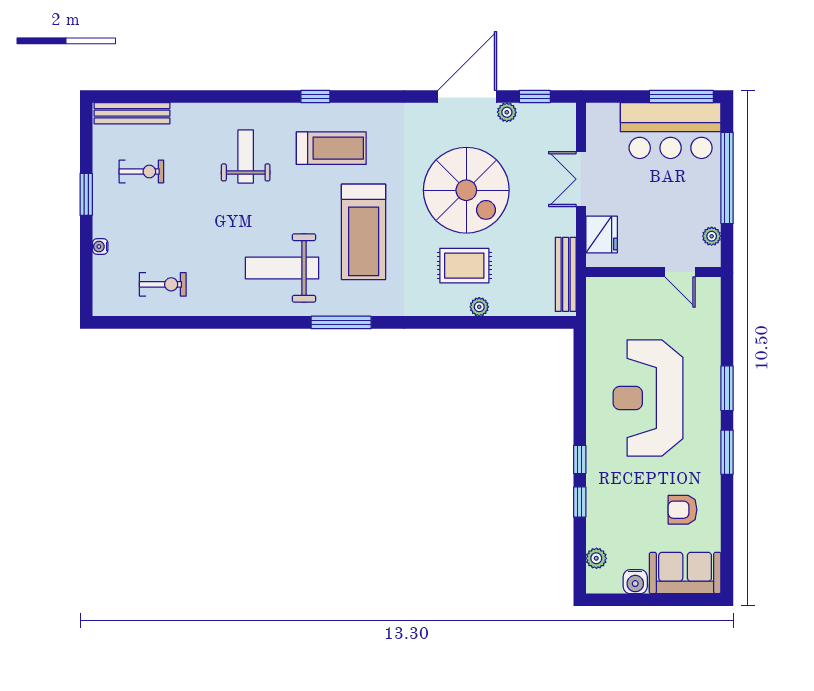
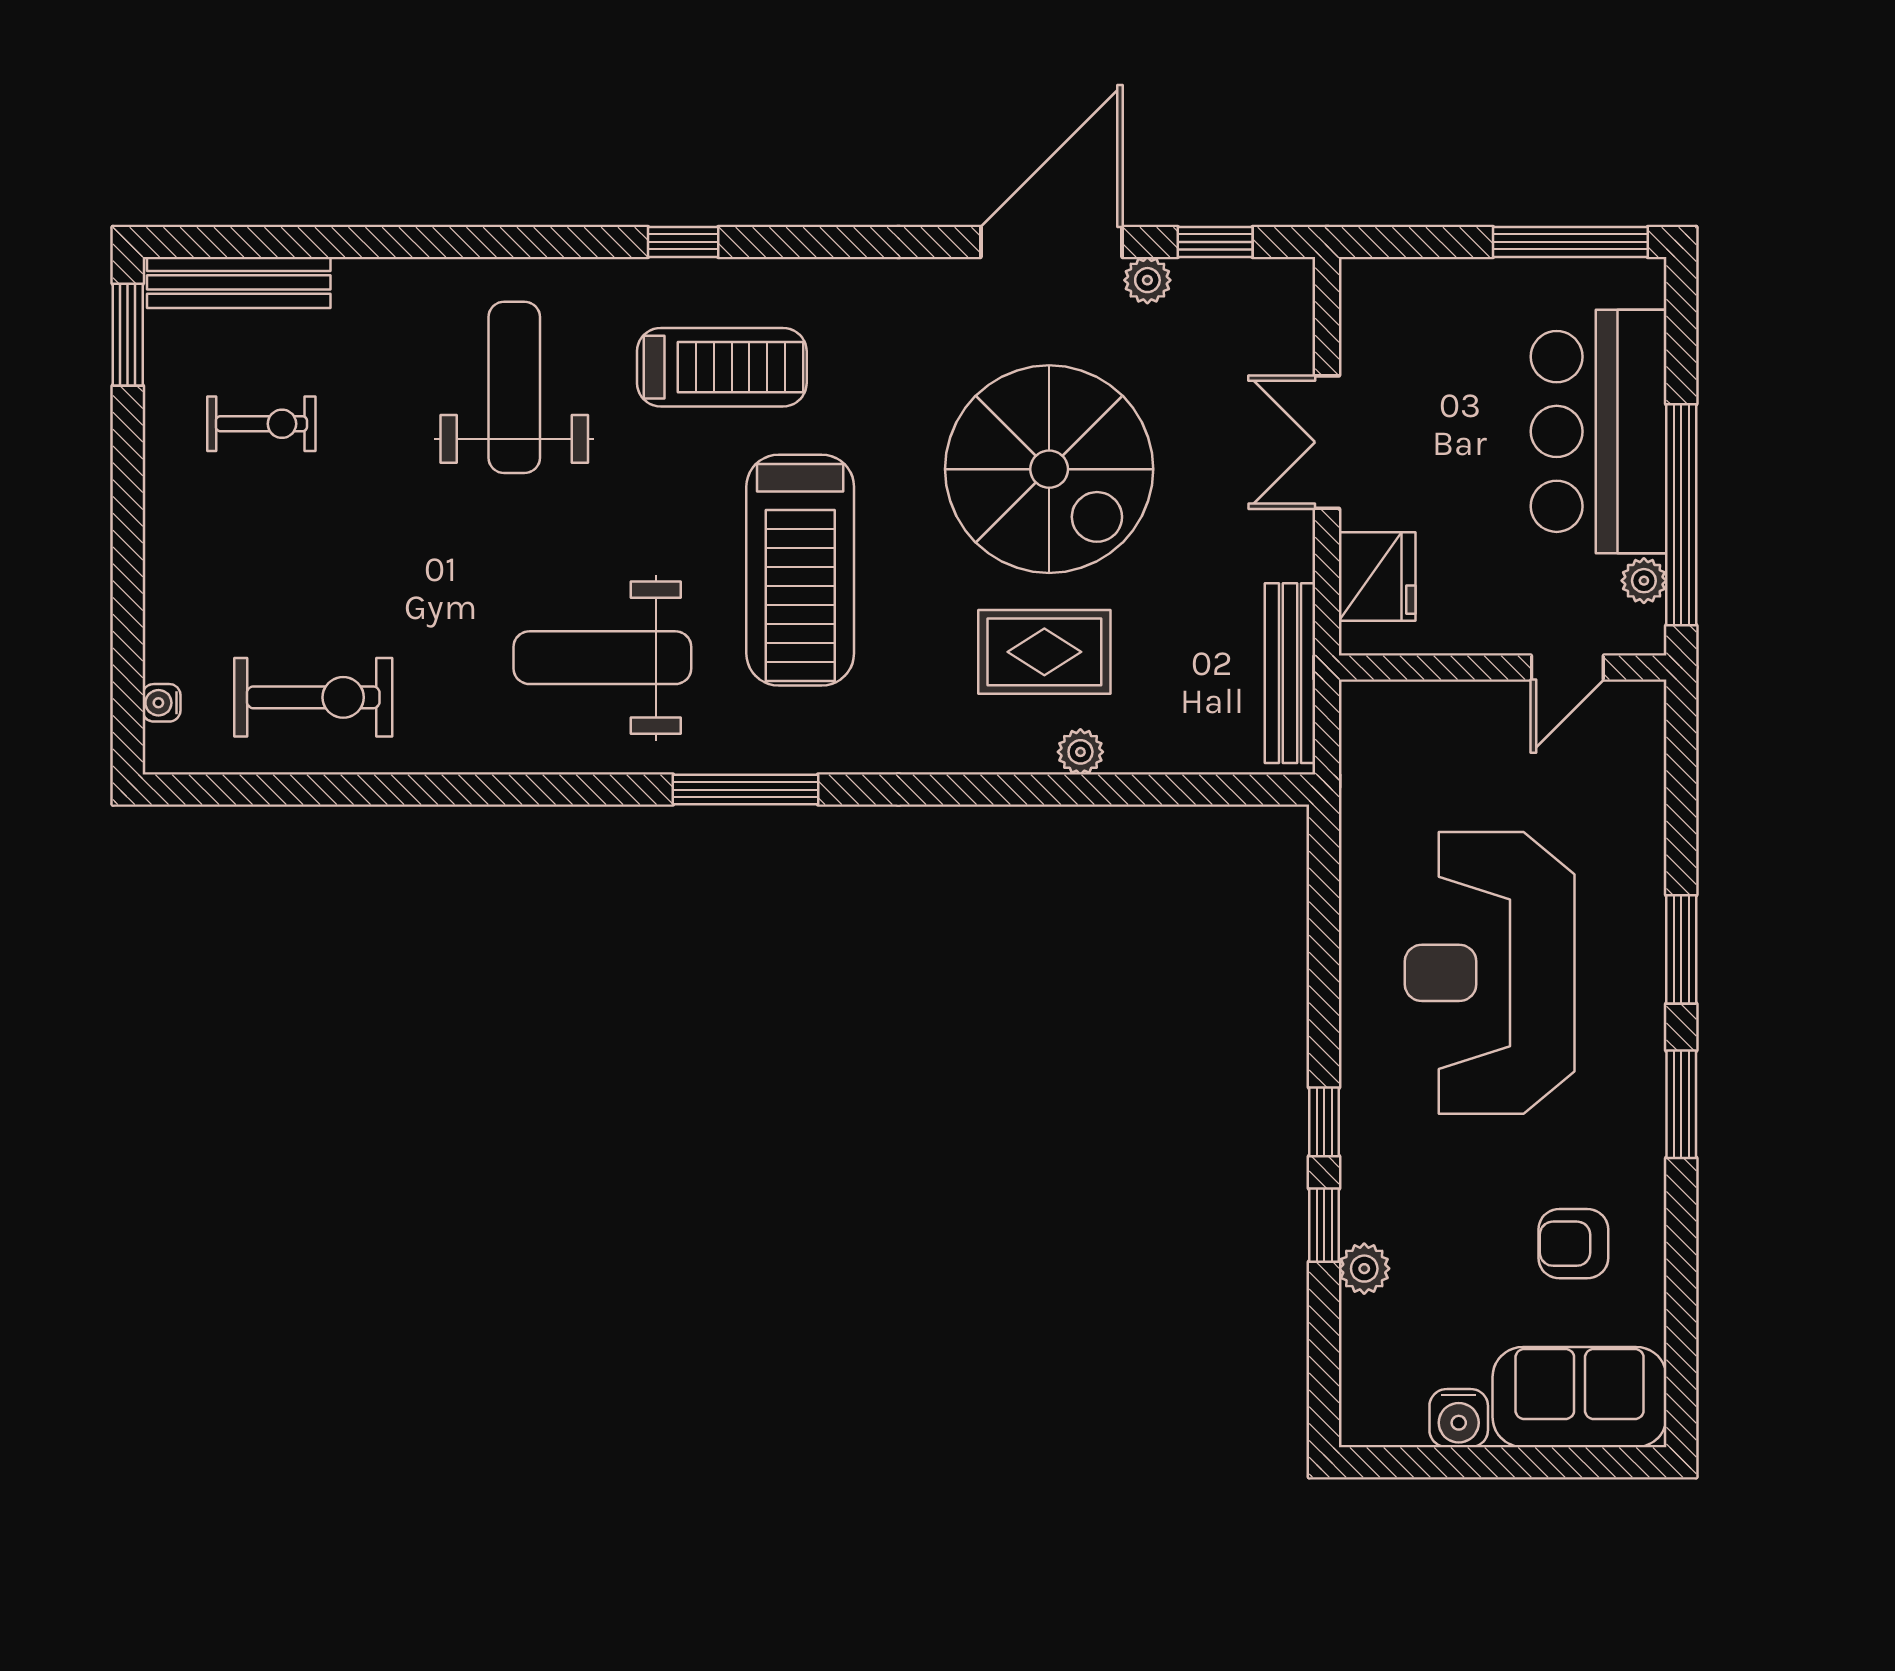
bar counter: (671, 131) -> (1599, 431), moved, turned 90
weight bench: (246, 157) -> (514, 387), width x1.36, depth x1.33
window: (727, 178) -> (1681, 515), moved
window: (86, 194) -> (128, 335), moved
water cooler: (100, 247) -> (161, 703), moved
door: (680, 272) -> (1567, 667), hinge flipped
exercise bike: (163, 284) -> (313, 697), width x1.38, depth x1.39
plant: (596, 558) -> (1364, 1269), moved

